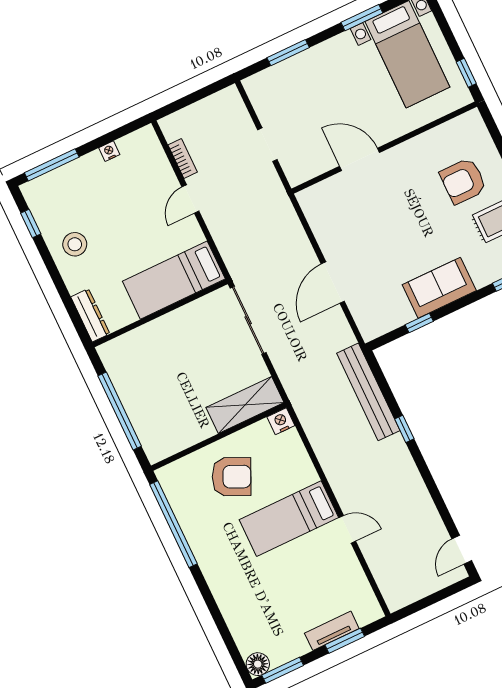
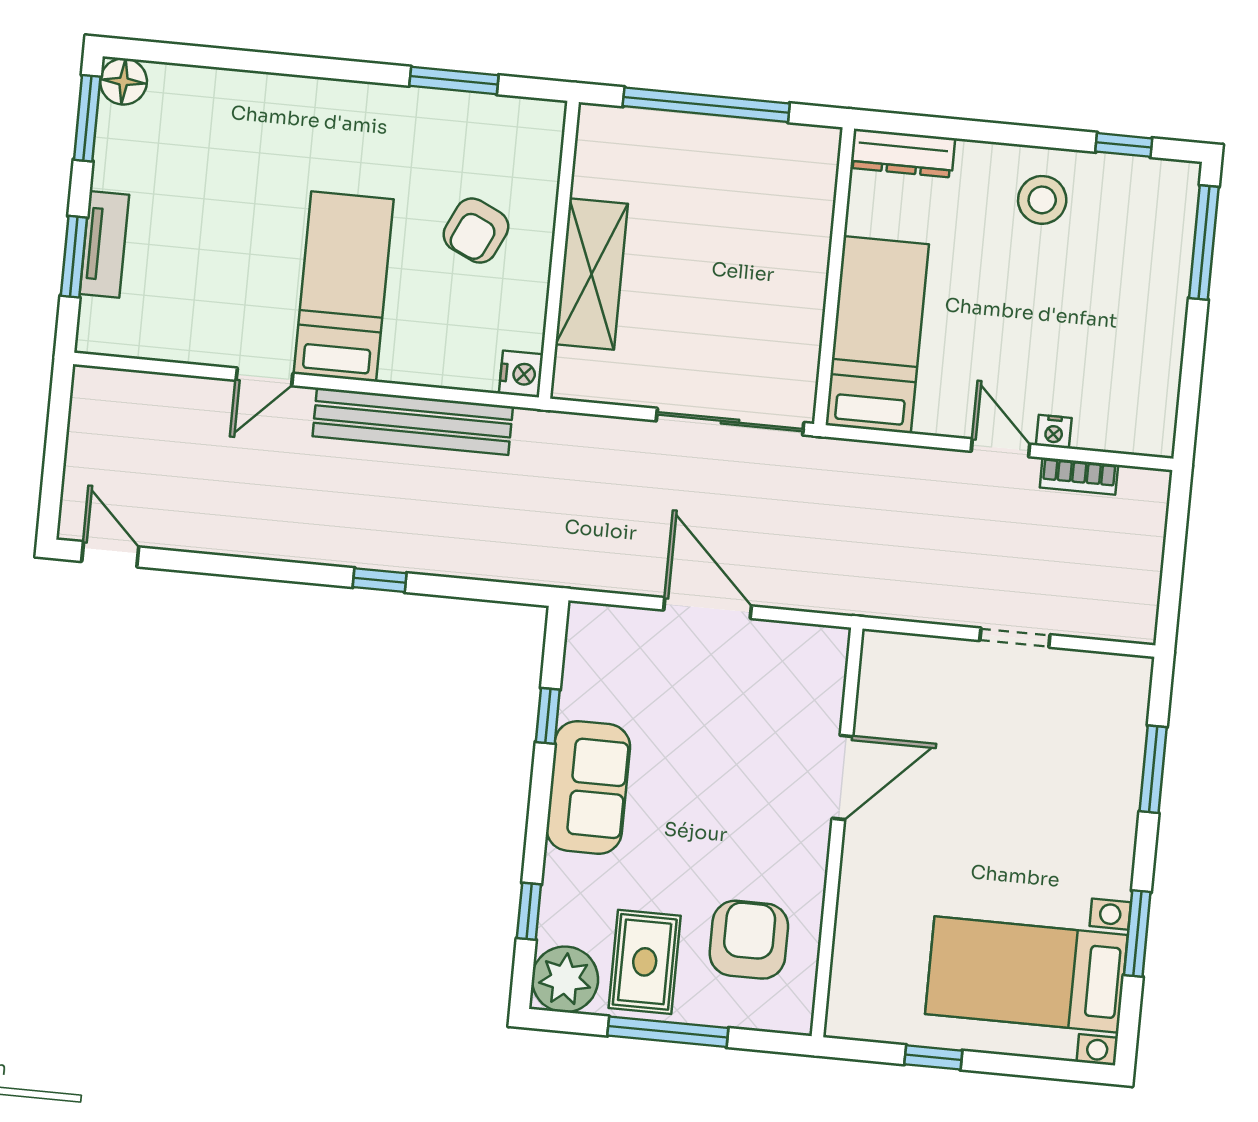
wall: (384, 148) -> (837, 832), moved
nightstand: (109, 151) -> (1054, 432), moved, turned 90
door: (360, 159) -> (842, 777), moved
bench: (368, 392) -> (413, 421), moved
shelving: (245, 405) -> (592, 274), moved
armchair: (232, 477) -> (476, 231), width x0.72, depth x0.72
window: (173, 524) -> (454, 80), width x0.47

